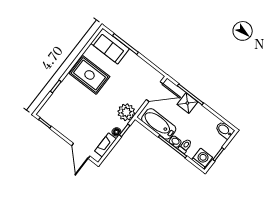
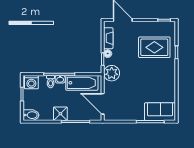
rug: (89, 75) -> (154, 47), moved
door: (155, 92) -> (103, 104), hinge flipped
shower: (187, 103) -> (60, 114), moved

